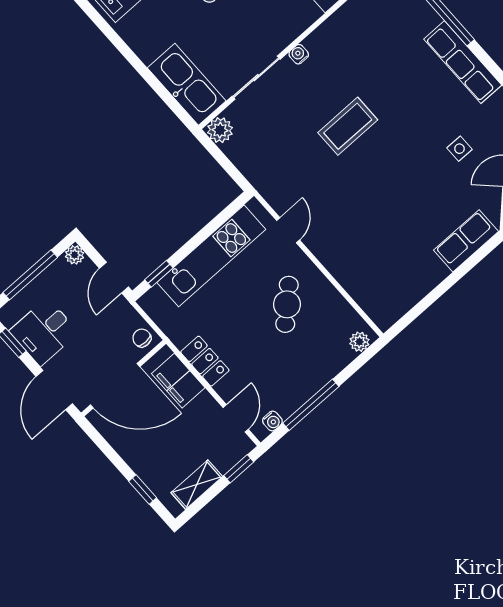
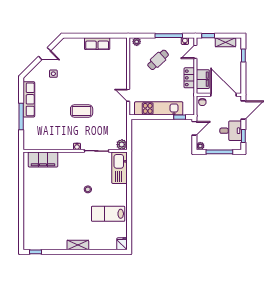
door: (288, 230) -> (128, 95), hinge flipped
row of seats: (466, 241) -> (97, 44), moved
cafe table: (287, 304) -> (158, 60), moved

